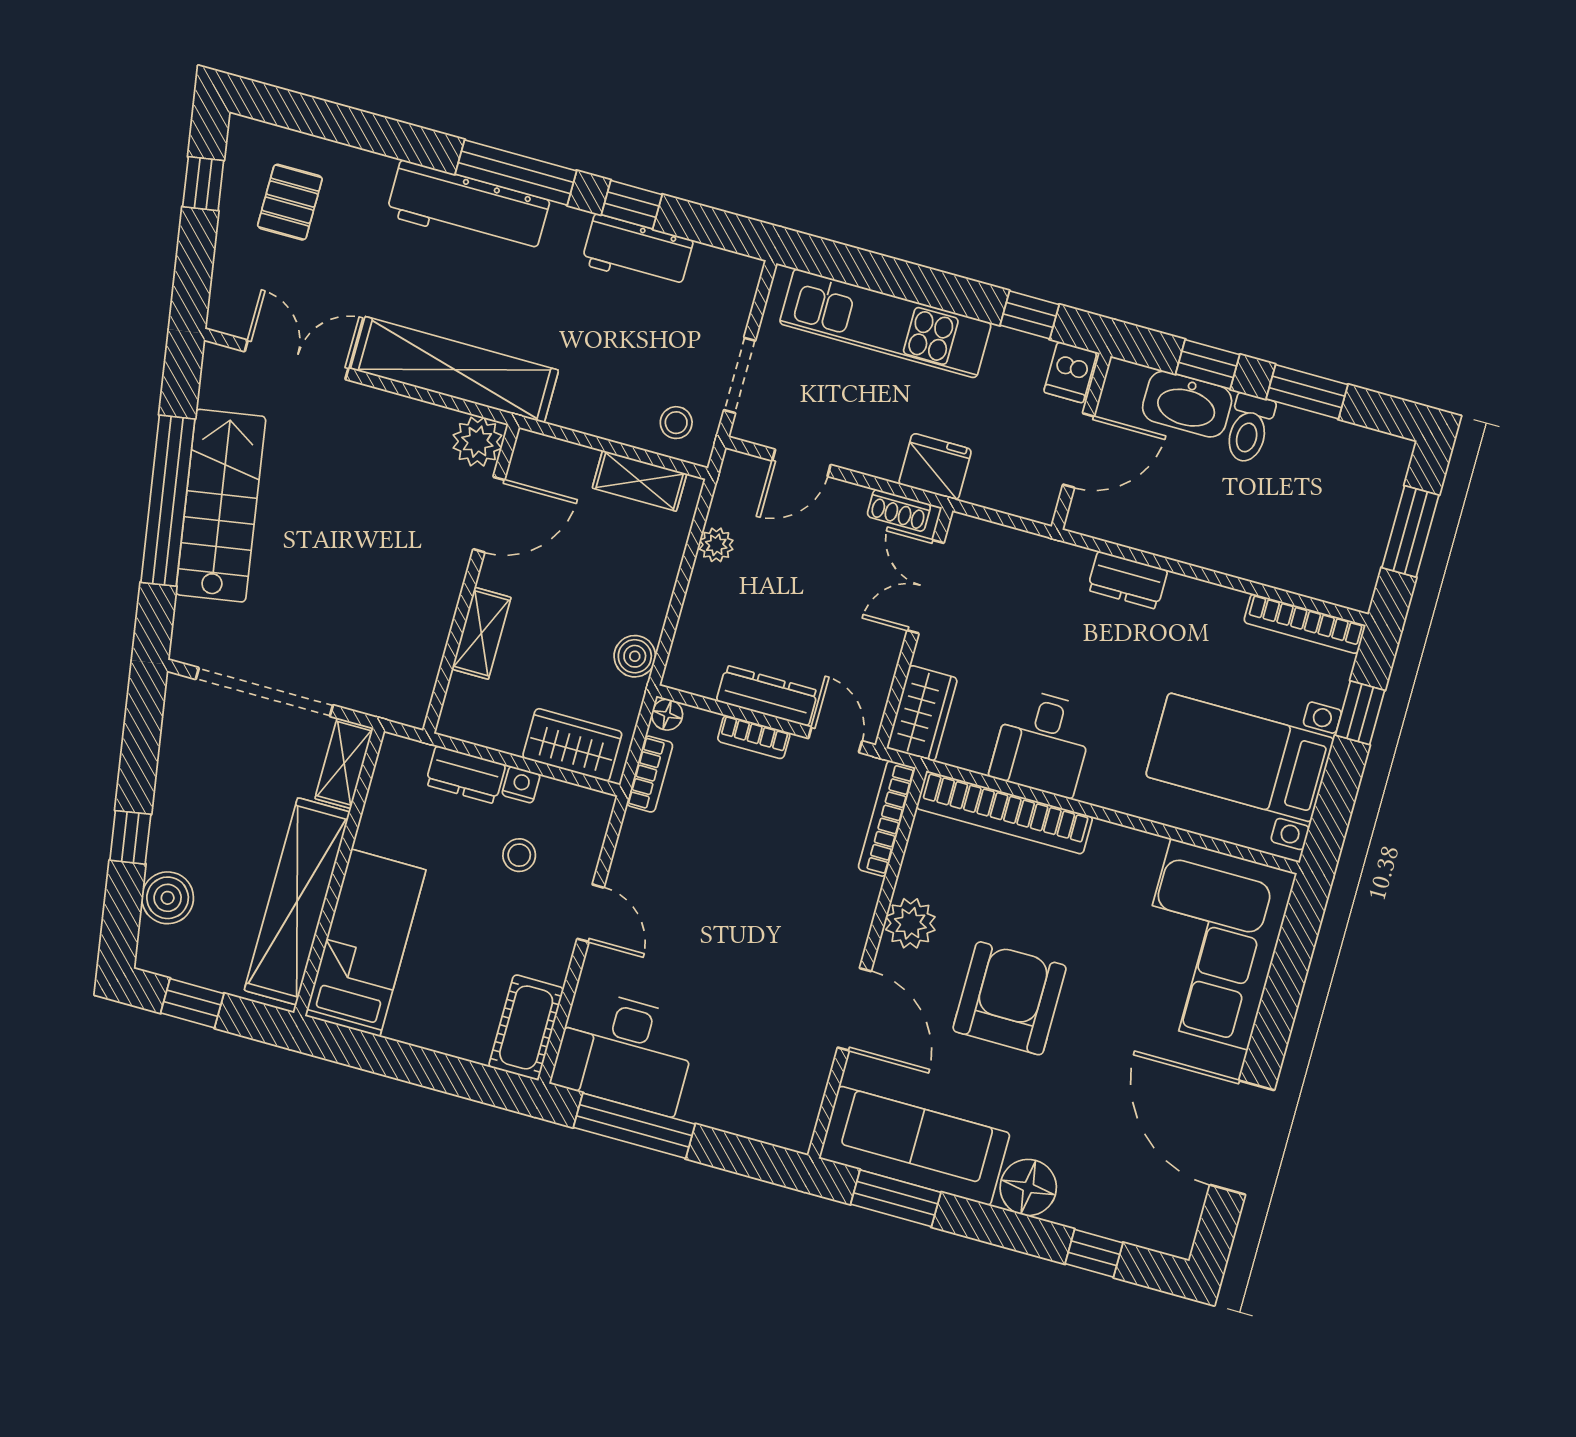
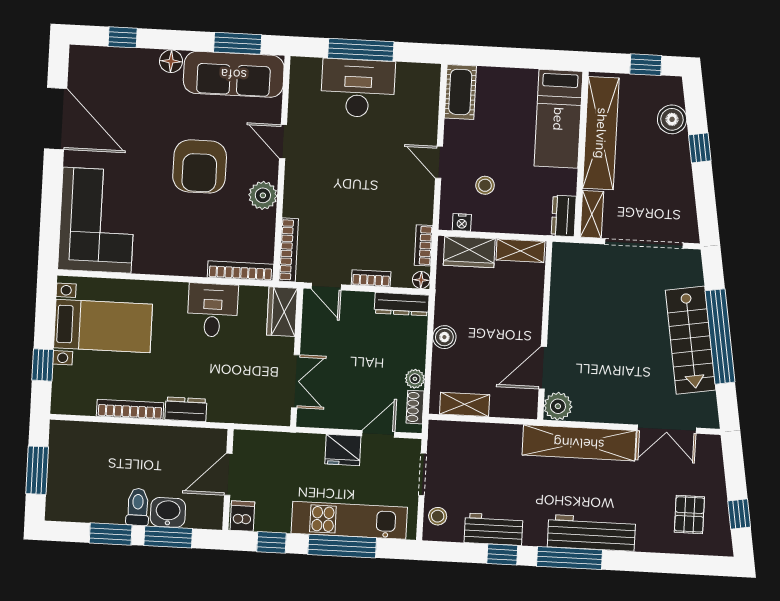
window: (908, 281) -> (342, 546), added
window: (1208, 364) -> (168, 537), width x1.50
washbasin: (1187, 404) -> (168, 512), width x0.72
stool: (676, 423) -> (438, 516), moved
fridge: (935, 467) -> (343, 450), moved
shoe rack: (899, 510) -> (415, 407), moved, turned -90
bookcase: (1305, 624) -> (130, 409), moved
shelving: (481, 633) -> (520, 251), moved, turned 90
boiler: (635, 656) -> (444, 337), moved
dresser: (767, 696) -> (402, 304), moved
dresser: (465, 775) -> (564, 216), moved, turned -90
nightstand: (521, 785) -> (462, 222), moved
bookcase: (1004, 813) -> (241, 271), width x0.68, depth x0.76
door: (854, 1009) -> (283, 142), width x0.73
desk: (625, 1052) -> (358, 88), moved
window: (634, 1126) -> (361, 50), moved
floor lamp: (1028, 1187) -> (171, 61), width x0.73, depth x0.73

